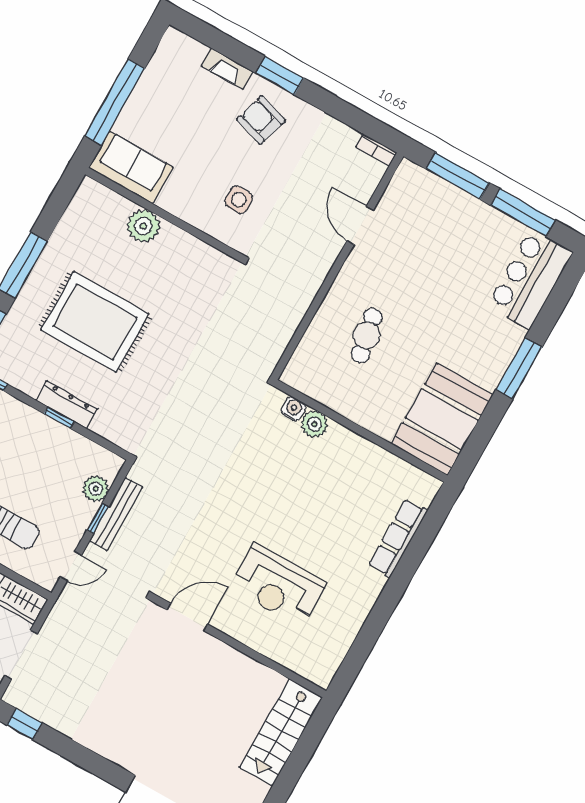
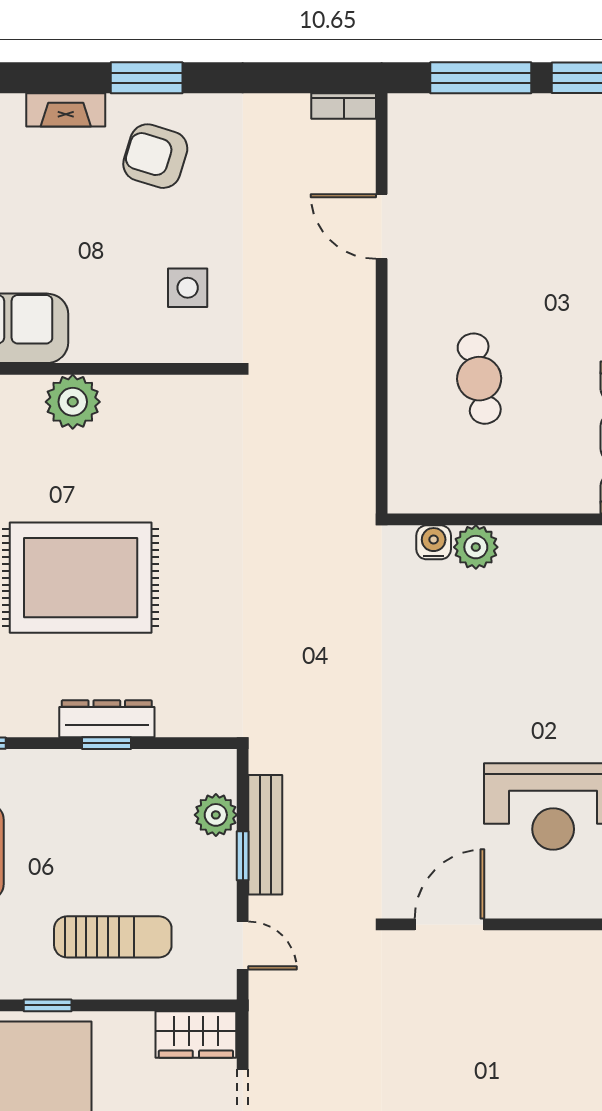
door: (71, 566) -> (243, 946), hinge flipped

